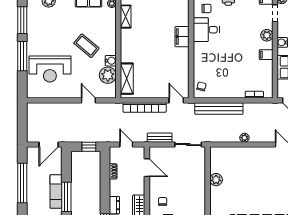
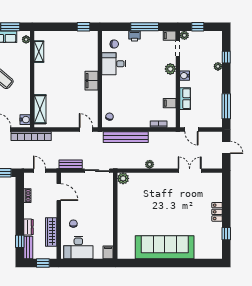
filing cabinet: (182, 37) -> (91, 81), moved
filing cabinet: (266, 55) -> (170, 103), moved
water cooler: (111, 61) -> (25, 120), moved
plant: (108, 75) -> (22, 106), removed
bookcase: (145, 107) -> (31, 136), moved
plant: (216, 180) -> (123, 178), moved

